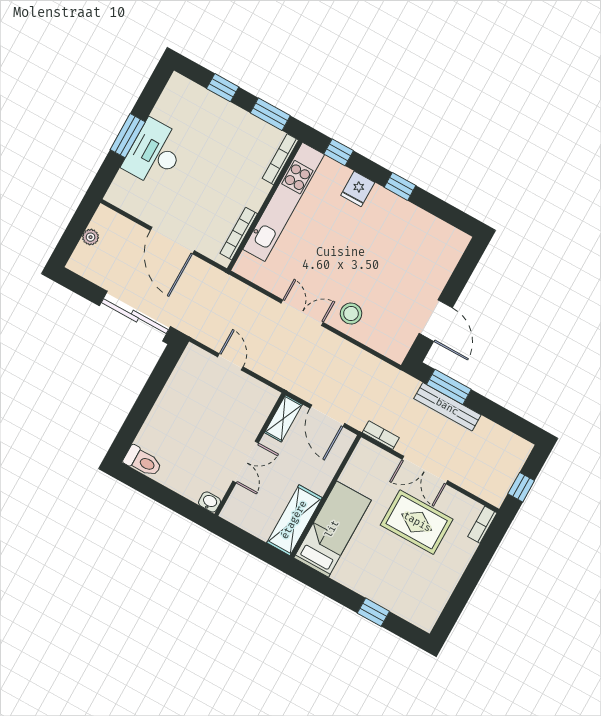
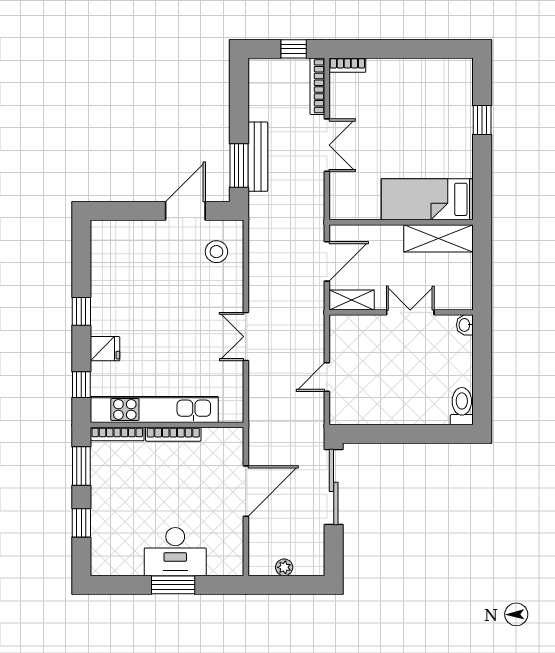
bookcase: (239, 234) -> (173, 434), moved
stool: (351, 314) -> (216, 252), moved
bookcase: (381, 435) -> (317, 86), moved, width x1.56
rug: (417, 522) -> (378, 126), removed

